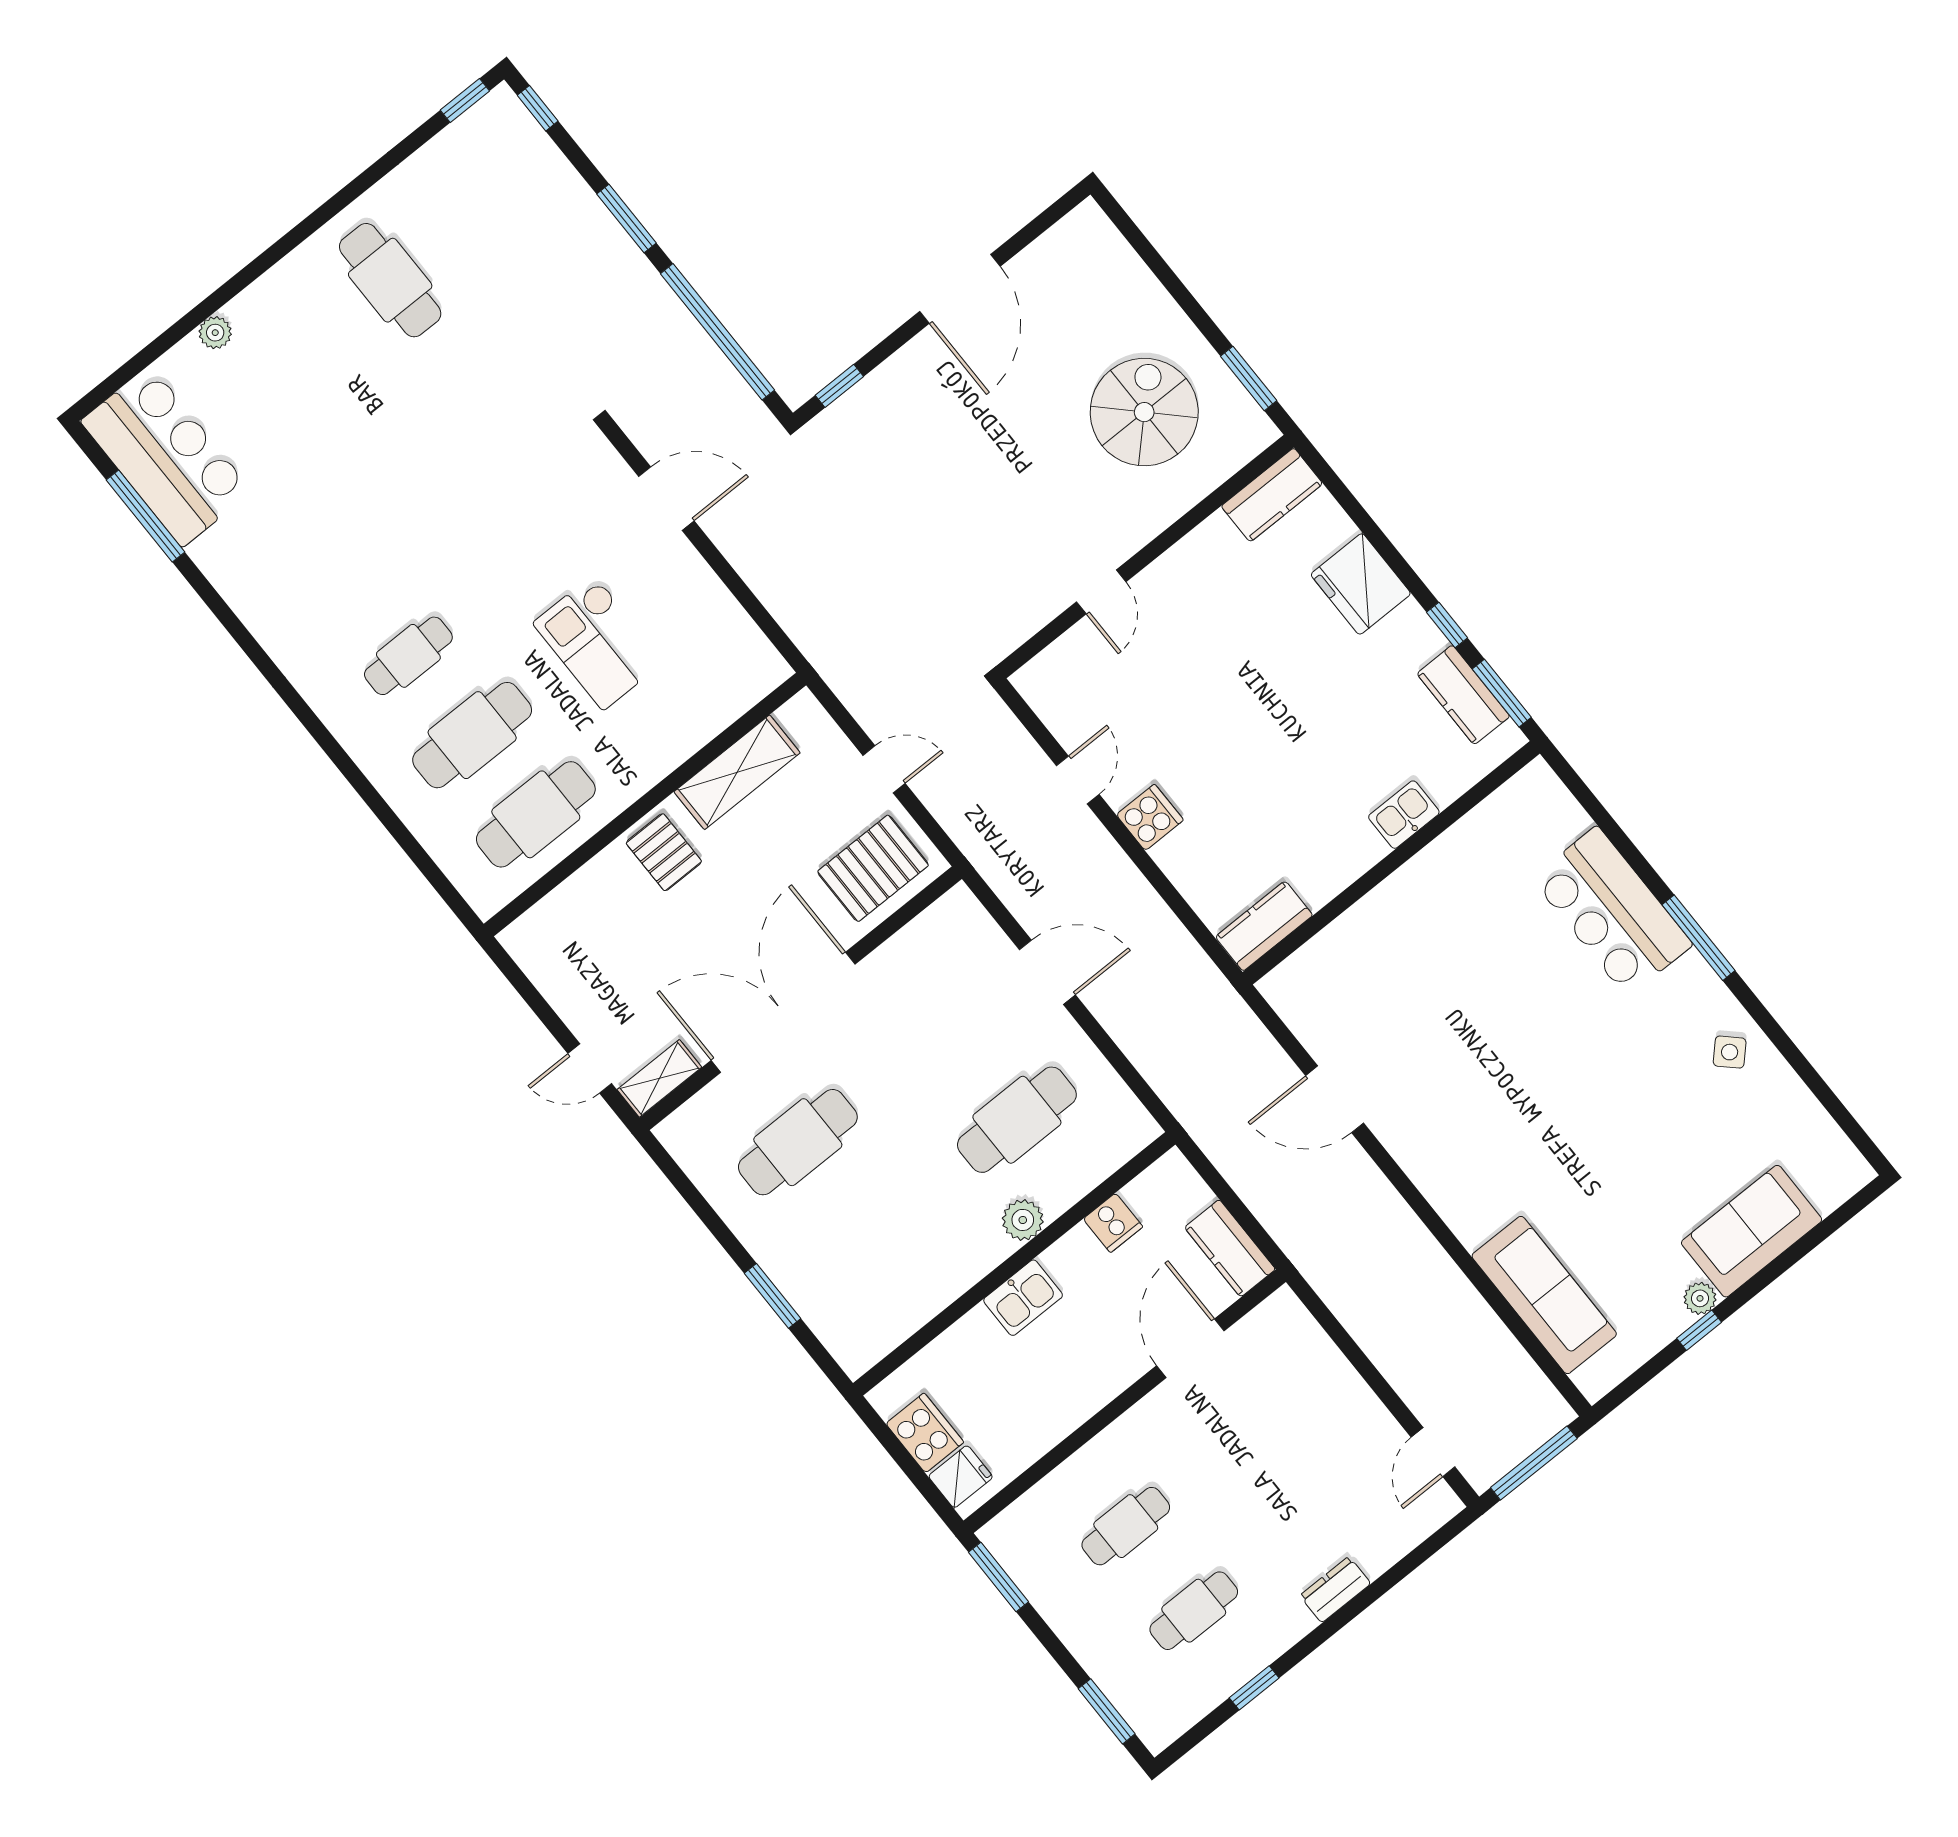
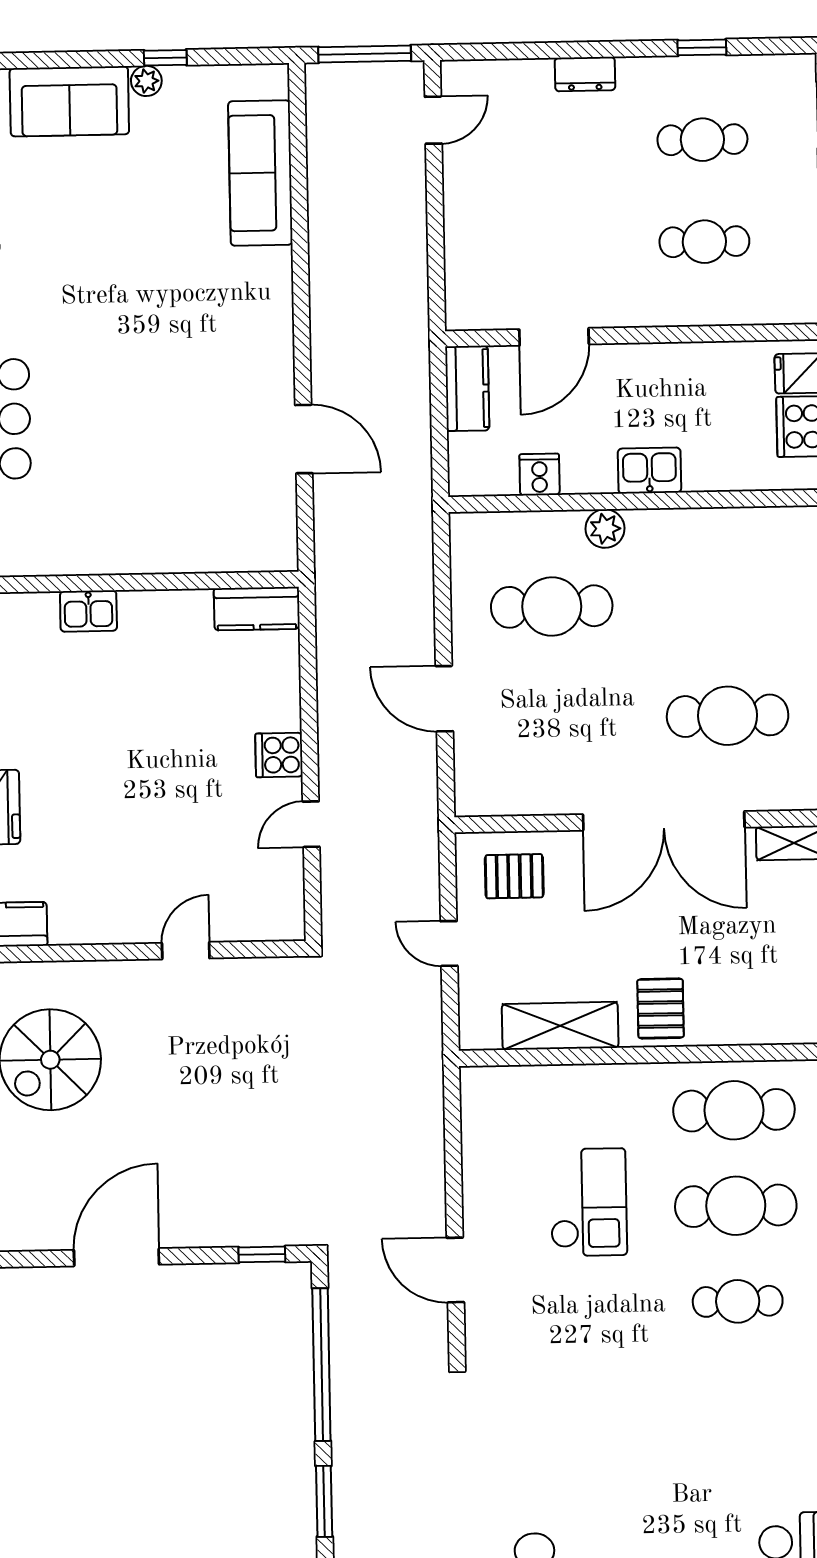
pallet: (873, 868) -> (514, 876), width x0.67, depth x0.71

